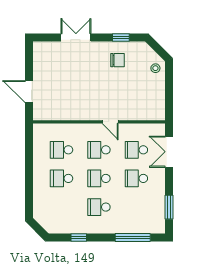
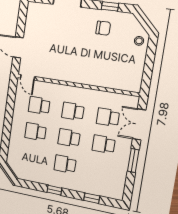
door: (110, 122) -> (28, 77), moved
window: (169, 207) -> (133, 160), moved
window: (79, 237) -> (54, 190), moved
window: (133, 237) -> (92, 198), width x0.46

